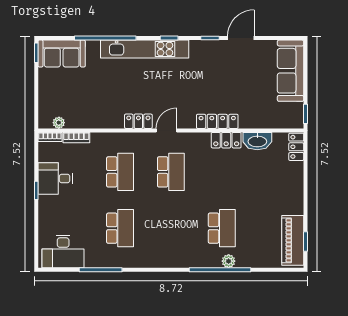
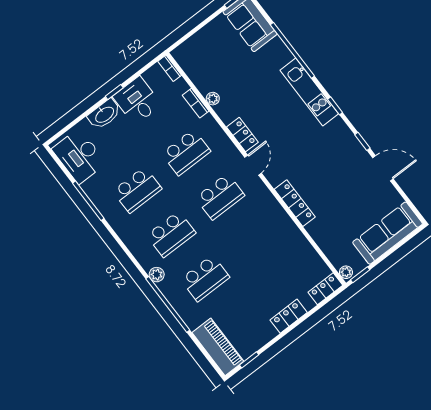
kitchen unit: (145, 49) -> (309, 92), width x0.73
plant: (59, 123) -> (213, 99), moved
plant: (296, 123) -> (346, 272), added
door: (166, 130) -> (253, 165), hinge flipped
bookcase: (76, 138) -> (196, 103), moved
locker: (226, 140) -> (289, 316), moved, turned 90
washbasin: (257, 141) -> (104, 114), moved, turned -90
school desk: (171, 228) -> (171, 234), added
piano: (293, 240) -> (218, 347), moved, turned 90
plant: (229, 261) -> (157, 275), moved

